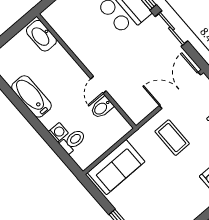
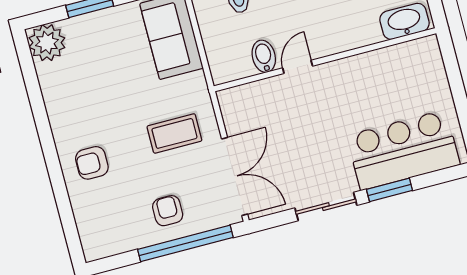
door: (98, 85) -> (298, 67), hinge flipped

